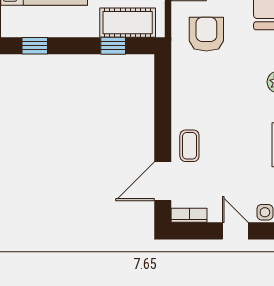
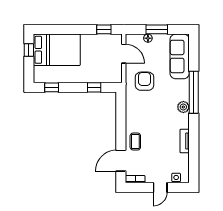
cot: (128, 23) -> (102, 75), removed
door: (235, 231) -> (160, 188), swing flipped

